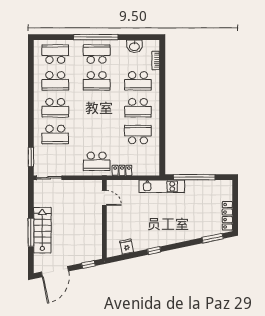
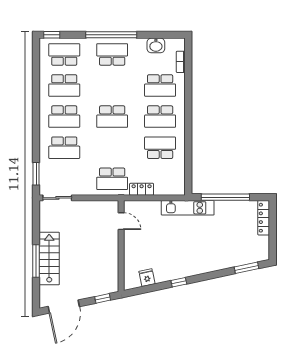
window: (45, 37) -> (52, 35), added
school desk: (97, 81) -> (112, 117), moved
locker: (227, 216) -> (264, 218), moved

